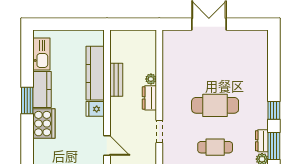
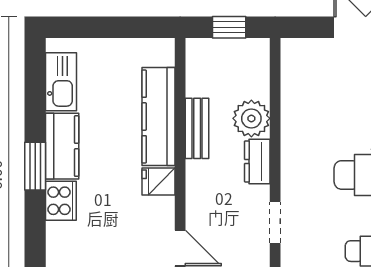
window: (134, 24) -> (229, 27), added
plant: (151, 79) -> (251, 118), width x1.88, depth x1.88
cooker: (44, 124) -> (61, 201), width x0.73, depth x0.76

